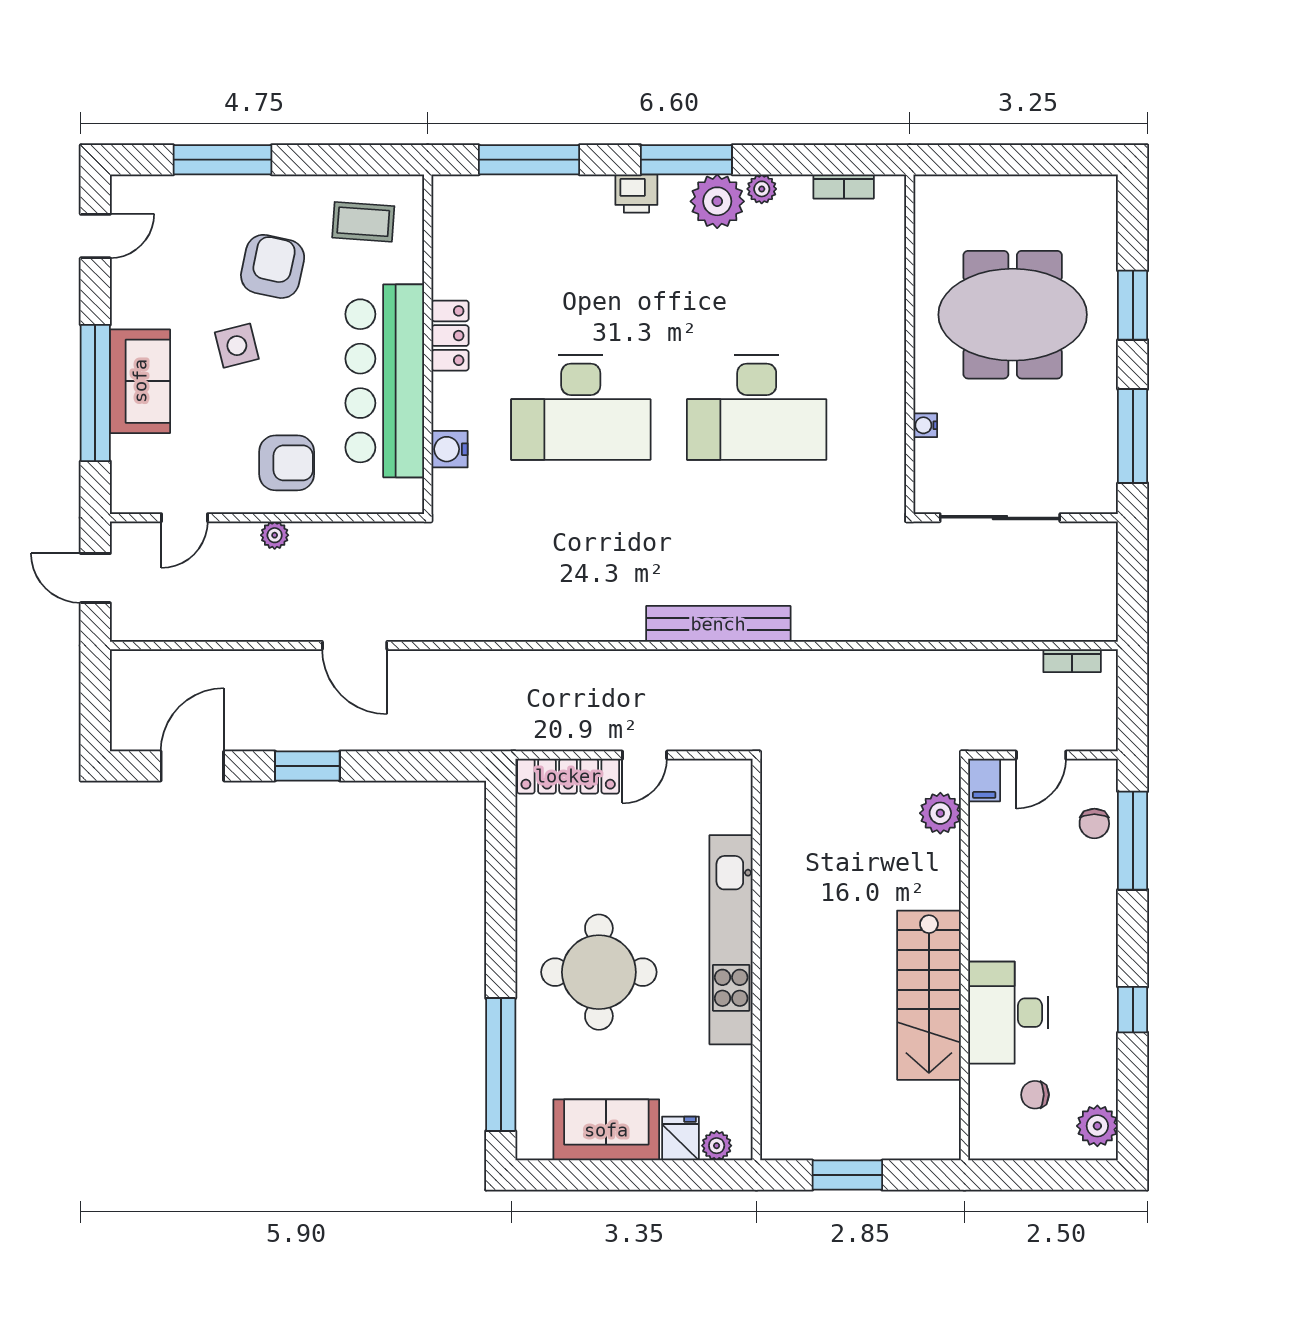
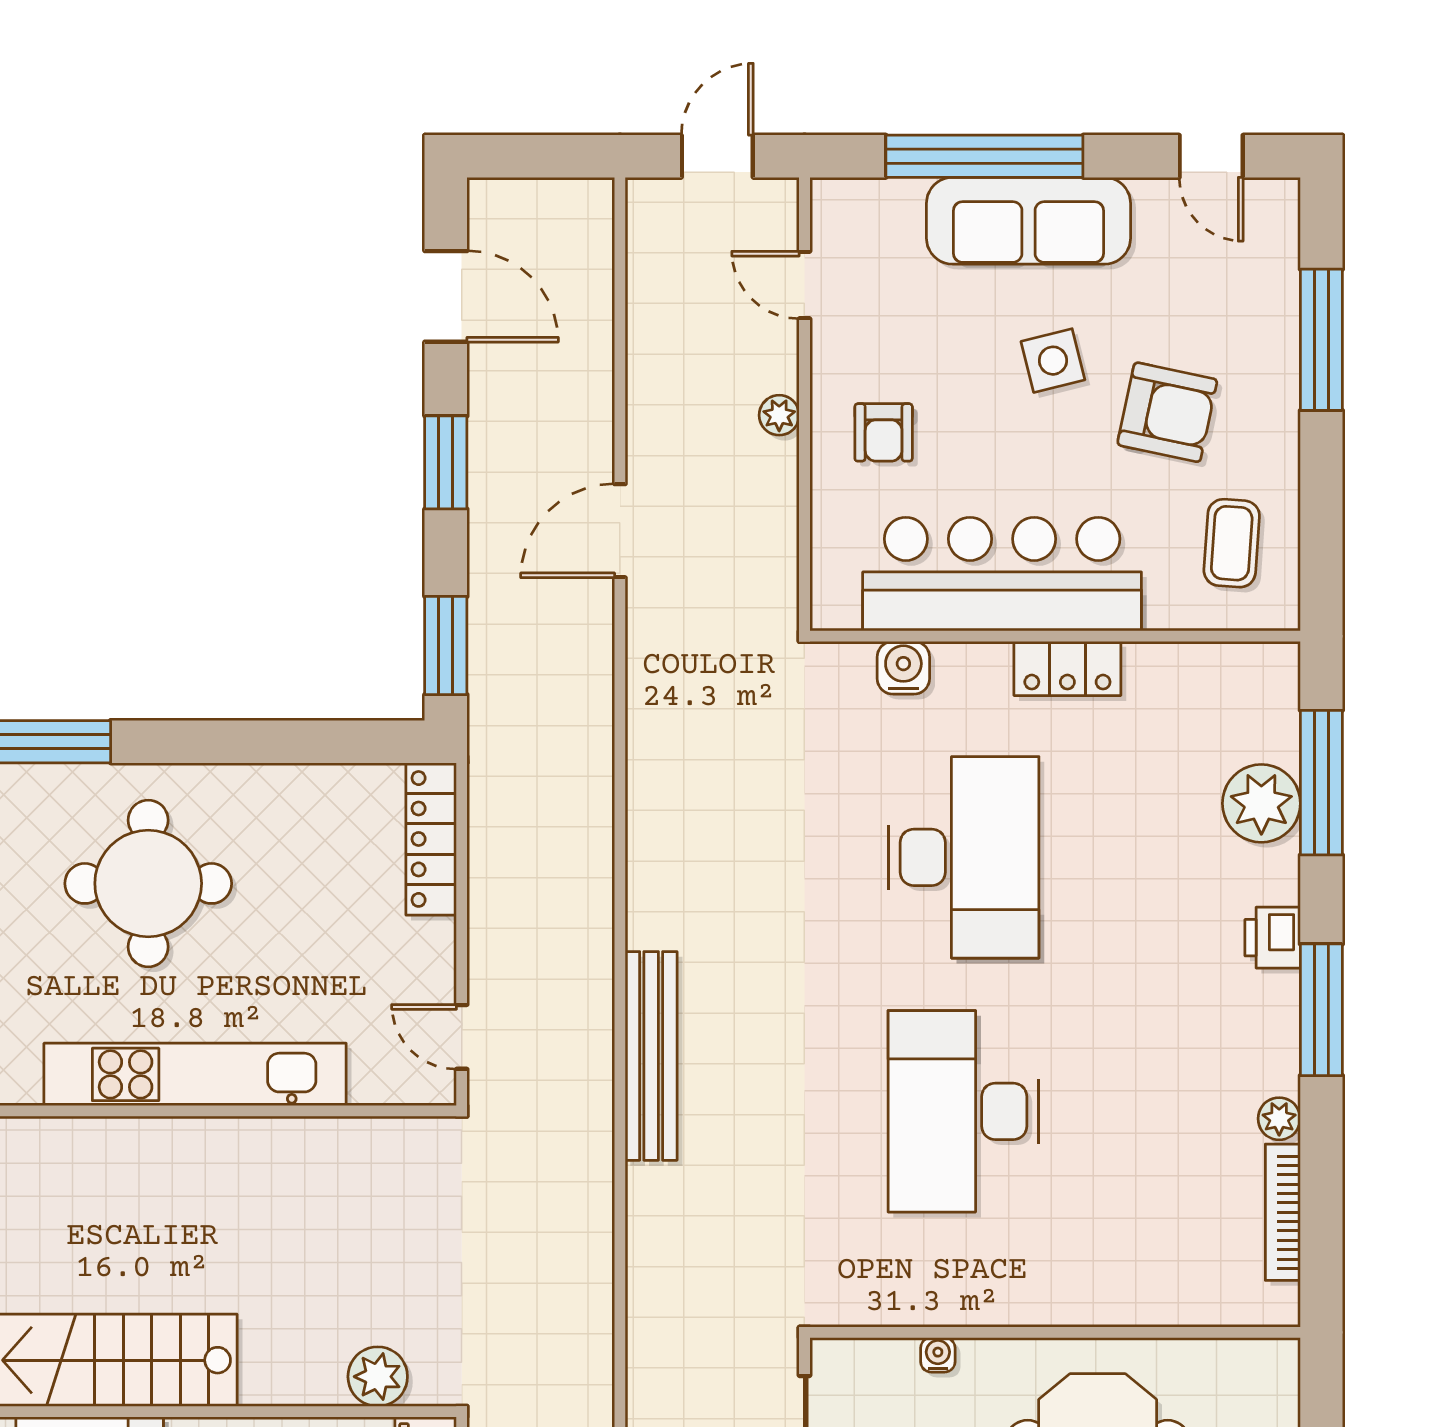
bookcase: (844, 186) -> (1283, 1212), width x1.56
plant: (717, 201) -> (1261, 803), moved
sofa: (140, 381) -> (1029, 221), width x1.36
desk: (581, 408) -> (963, 857), turned 180
armchair: (287, 463) -> (884, 432), width x0.72, depth x0.72
door: (645, 755) -> (462, 1037), moved
window: (434, 766) -> (446, 645), added

